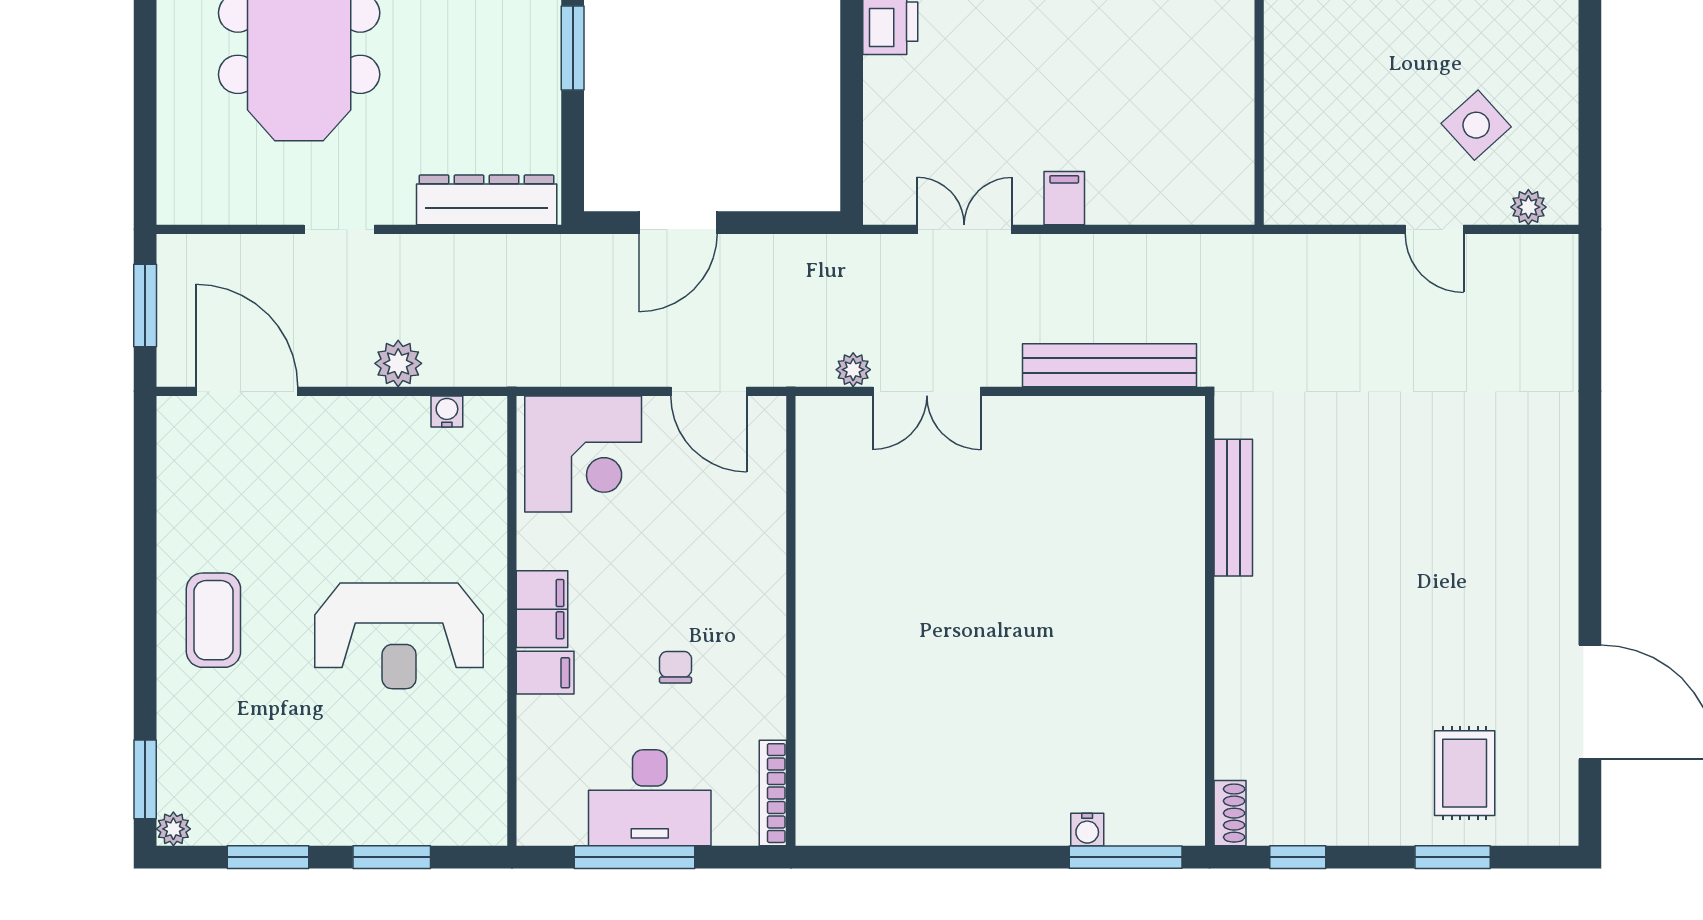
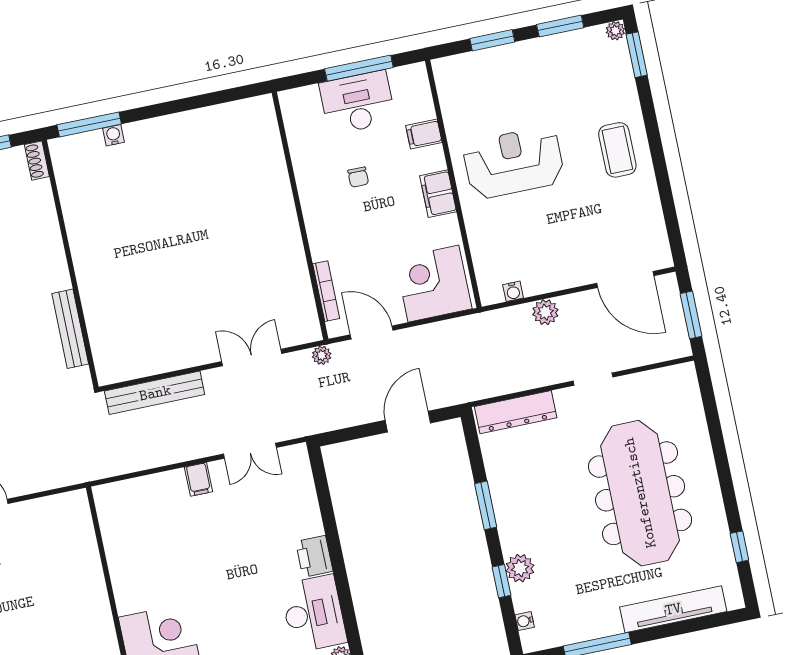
plant: (853, 370) -> (322, 355), moved
filing cabinet: (545, 673) -> (424, 134), moved
bookcase: (773, 793) -> (326, 291), moved

